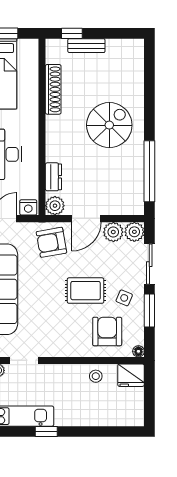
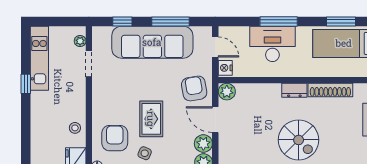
dresser: (53, 177) -> (294, 90), moved
armchair: (107, 332) -> (115, 138), turned -90

